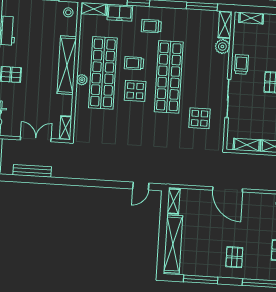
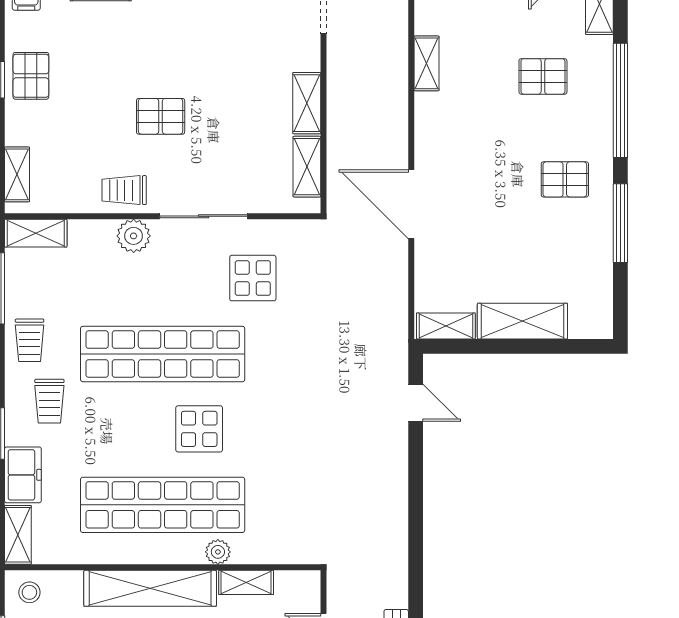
plant: (222, 47) -> (134, 236), moved
trolley: (134, 63) -> (30, 340), moved
plant: (82, 80) -> (218, 552), moved
shelving: (66, 128) -> (246, 582), moved
door: (228, 189) -> (411, 204), swing flipped
shelving: (173, 244) -> (522, 321), width x0.68
window: (201, 279) -> (620, 223), moved

